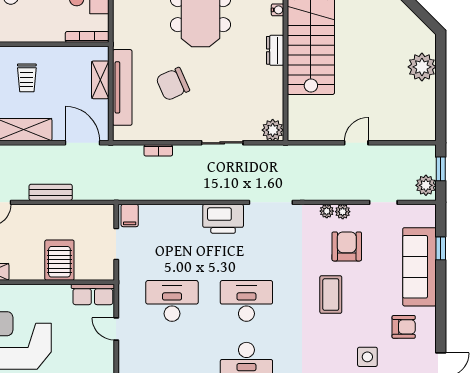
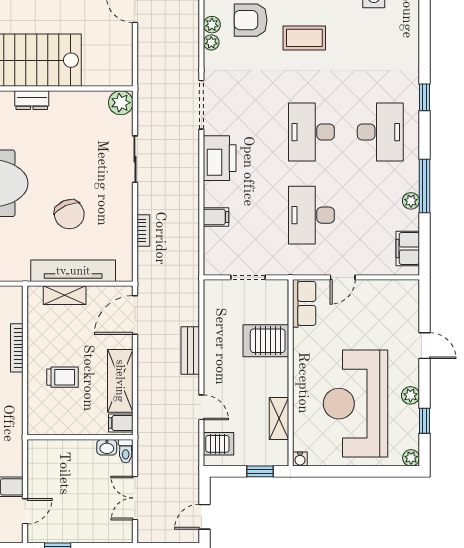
bookcase: (87, 37) -> (17, 348), moved
filing cabinet: (130, 215) -> (216, 217), moved

